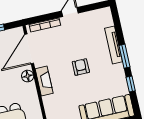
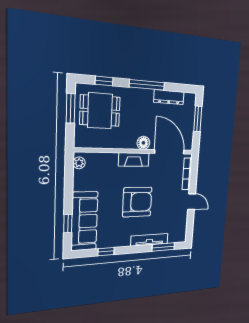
window: (124, 56) -> (163, 247), moved
armchair: (81, 67) -> (137, 202), width x1.88, depth x1.88

